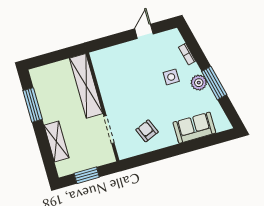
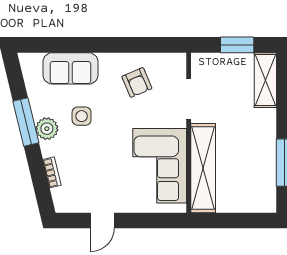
side table: (171, 77) -> (82, 116), moved
corner sofa: (116, 79) -> (160, 166), added
shelving: (57, 142) -> (265, 80), moved

